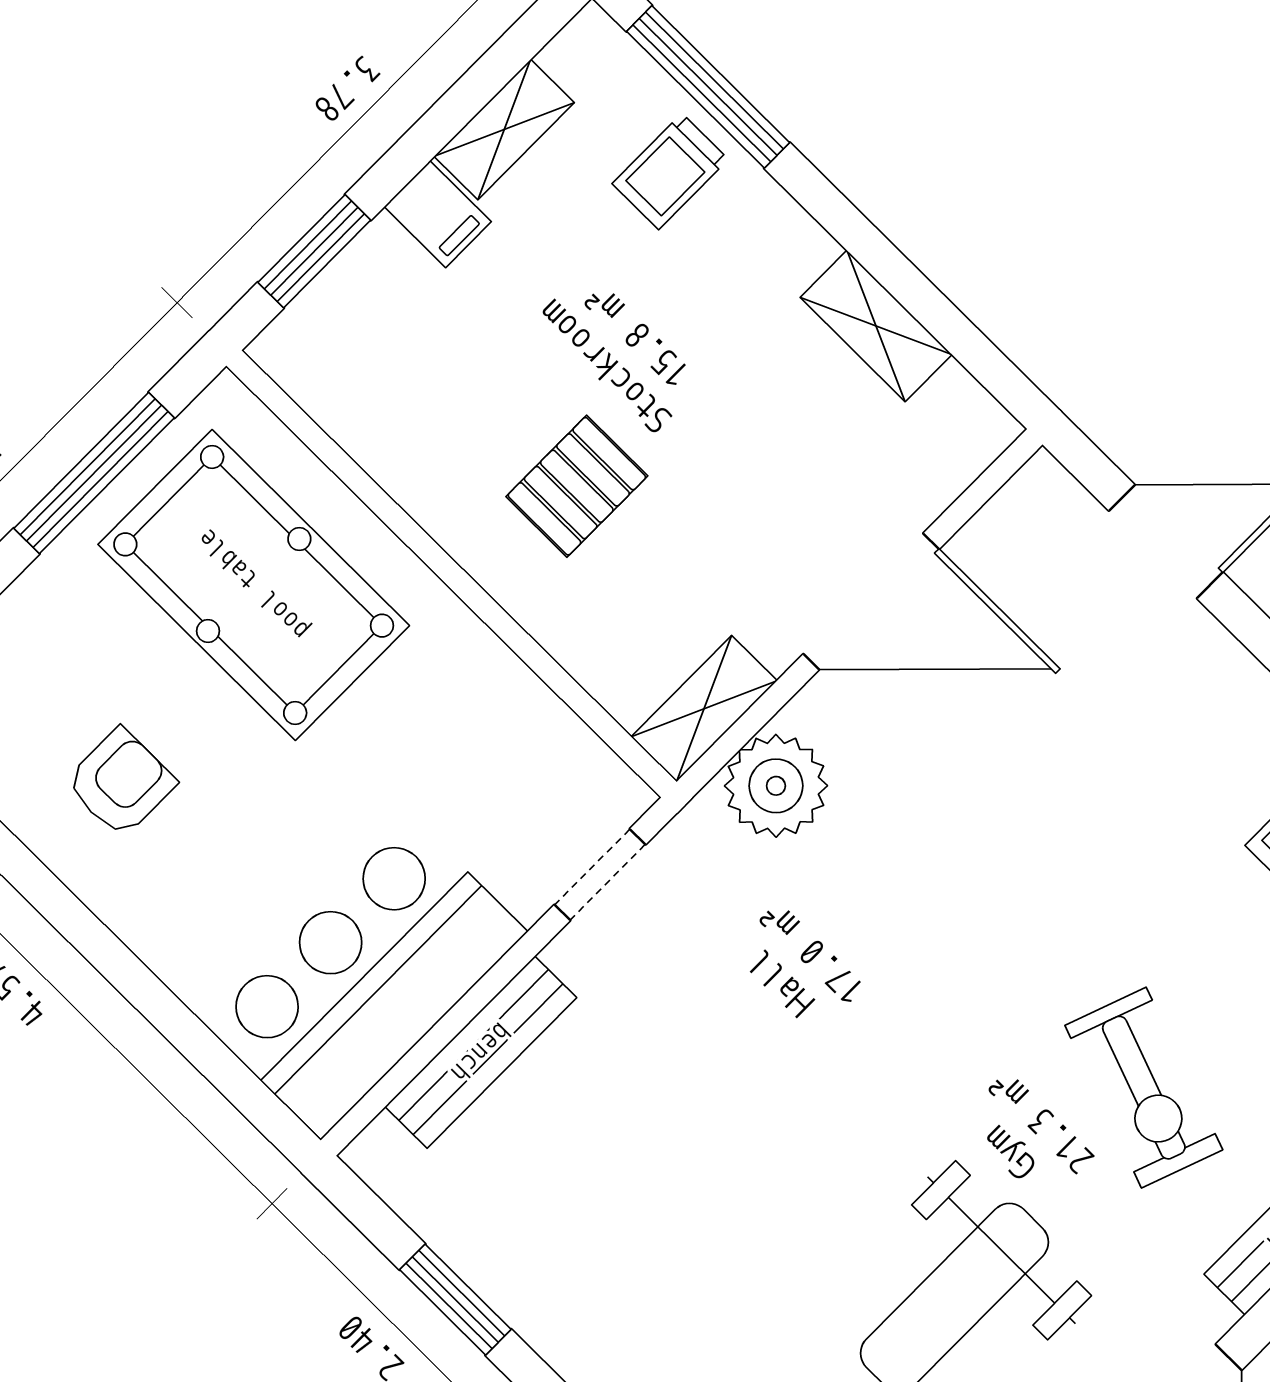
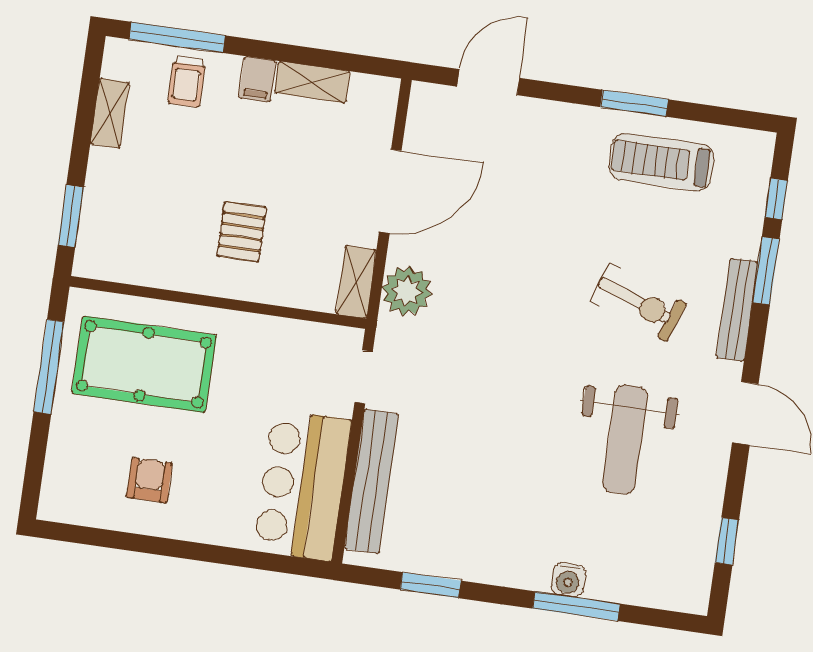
filing cabinet: (438, 214) -> (257, 79), moved, turned 90
bench: (481, 1052) -> (372, 481), width x1.37, depth x1.21

